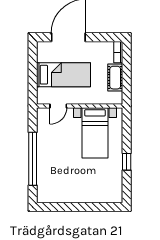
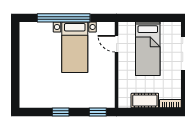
window: (127, 125) -> (98, 112), added
bed with nightstands: (95, 133) -> (75, 47), moved, turned -90

